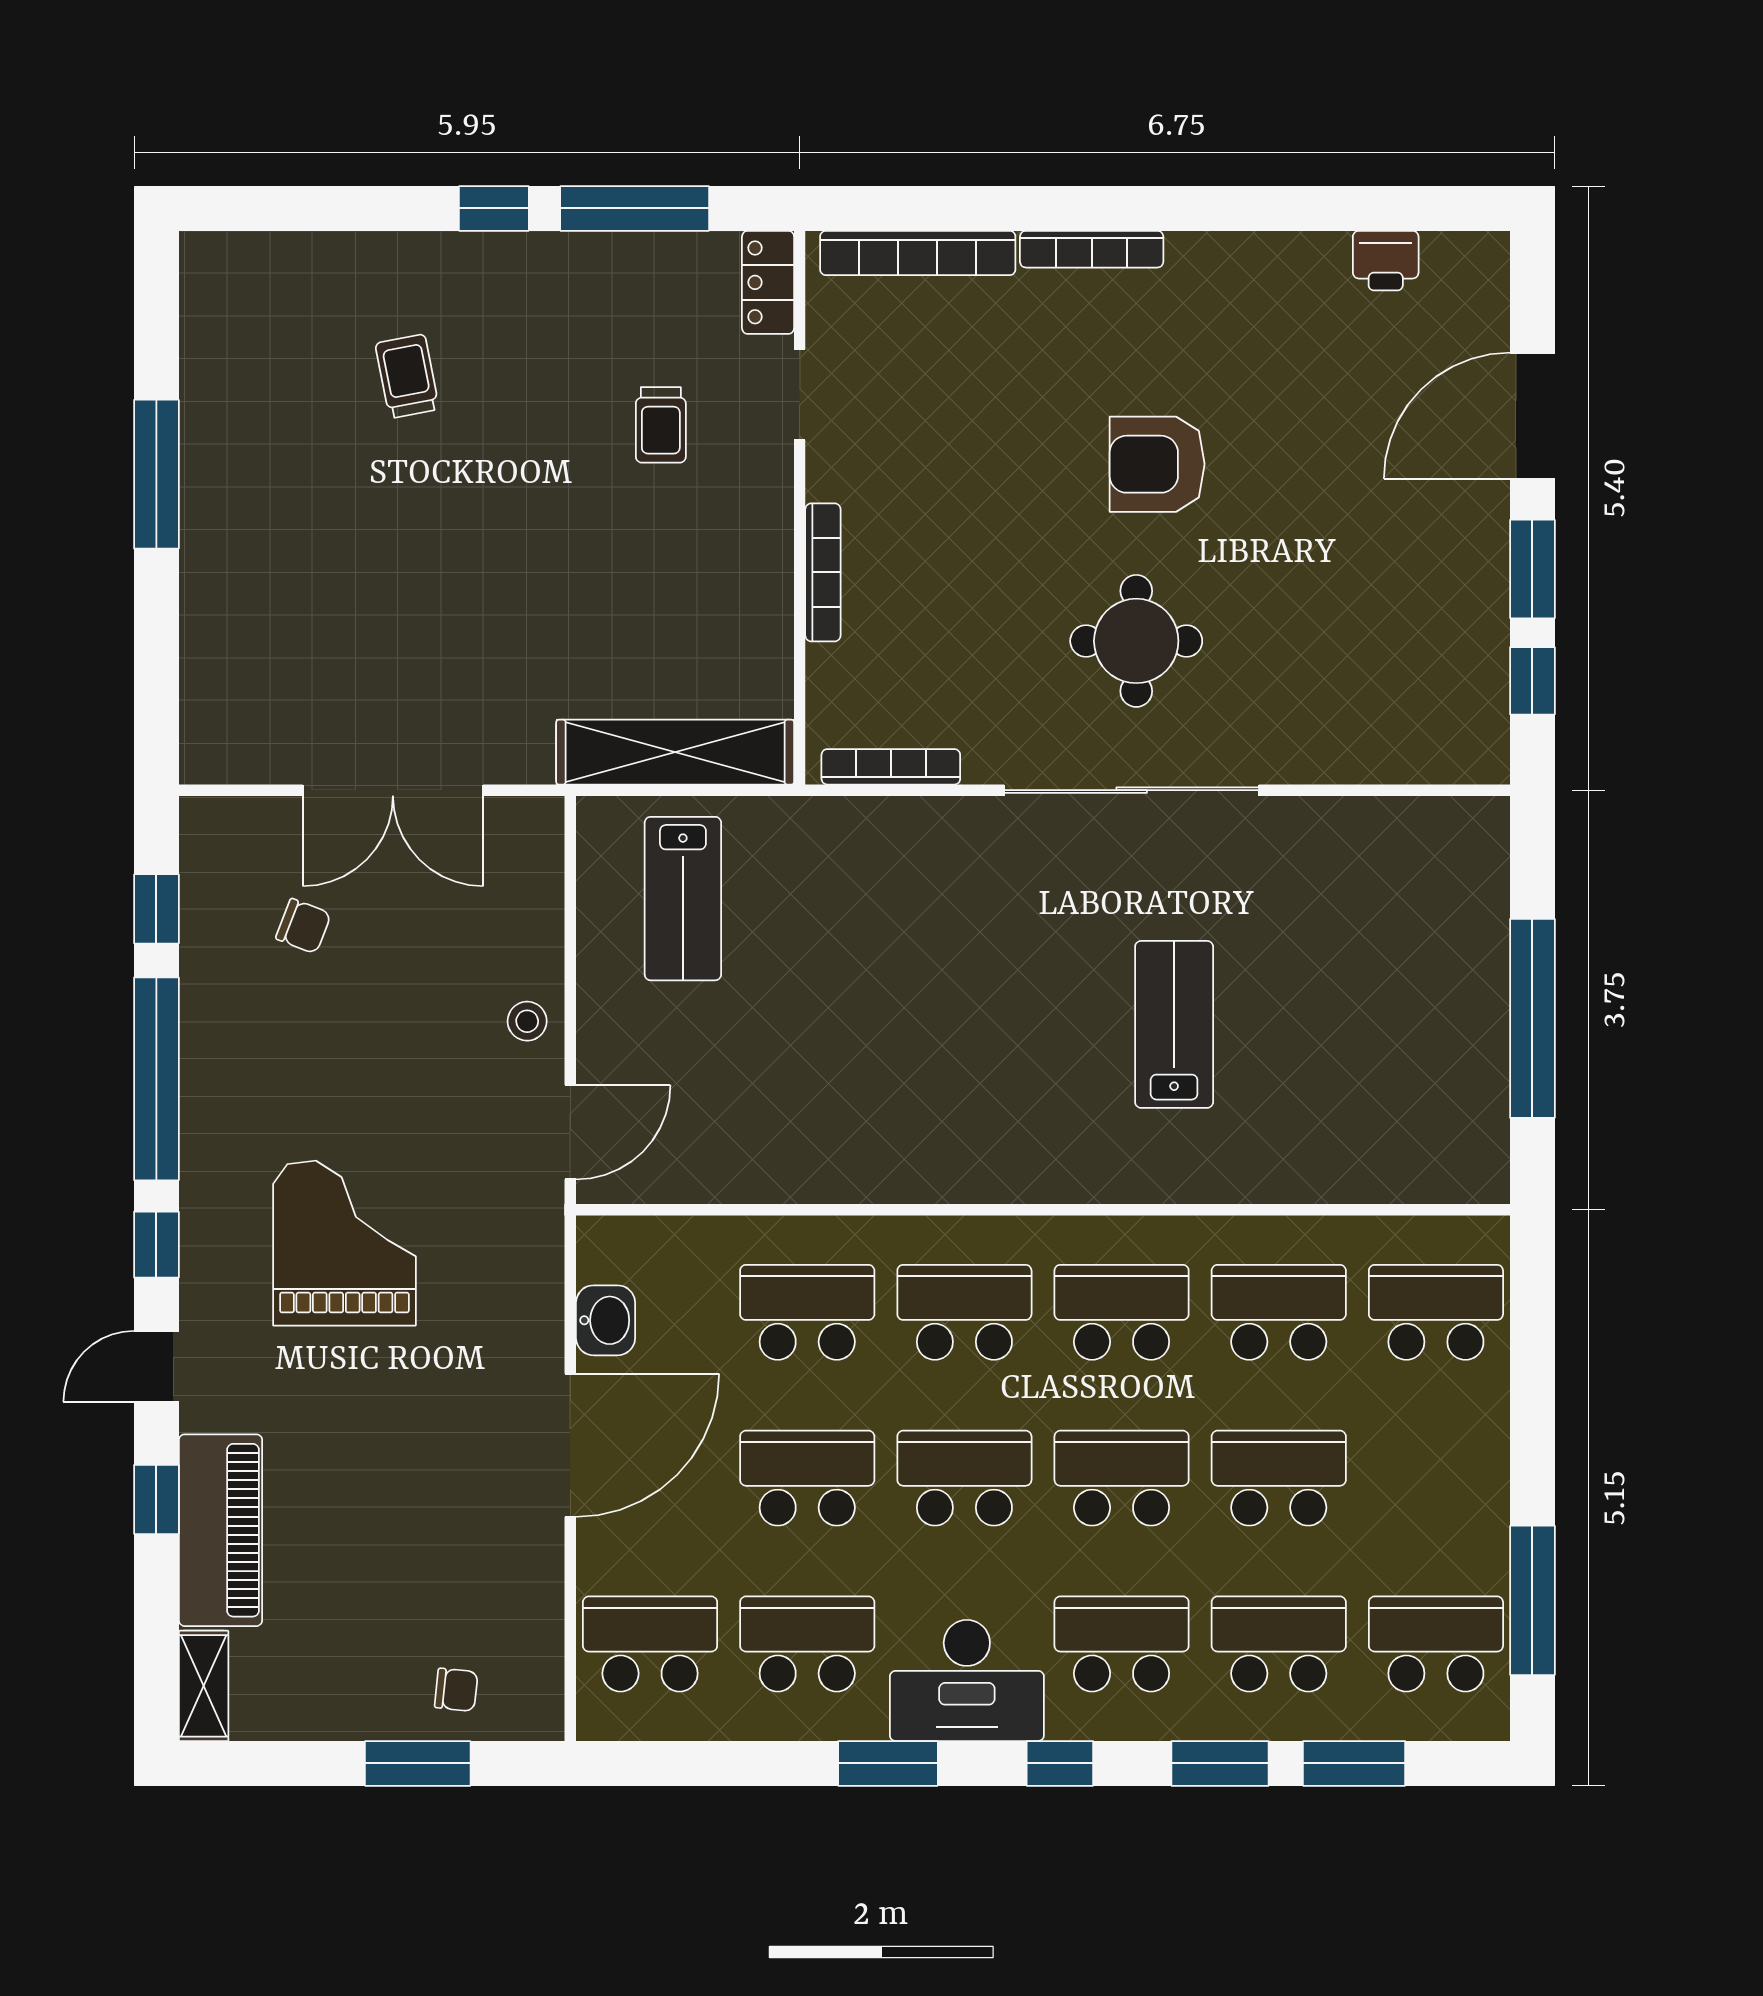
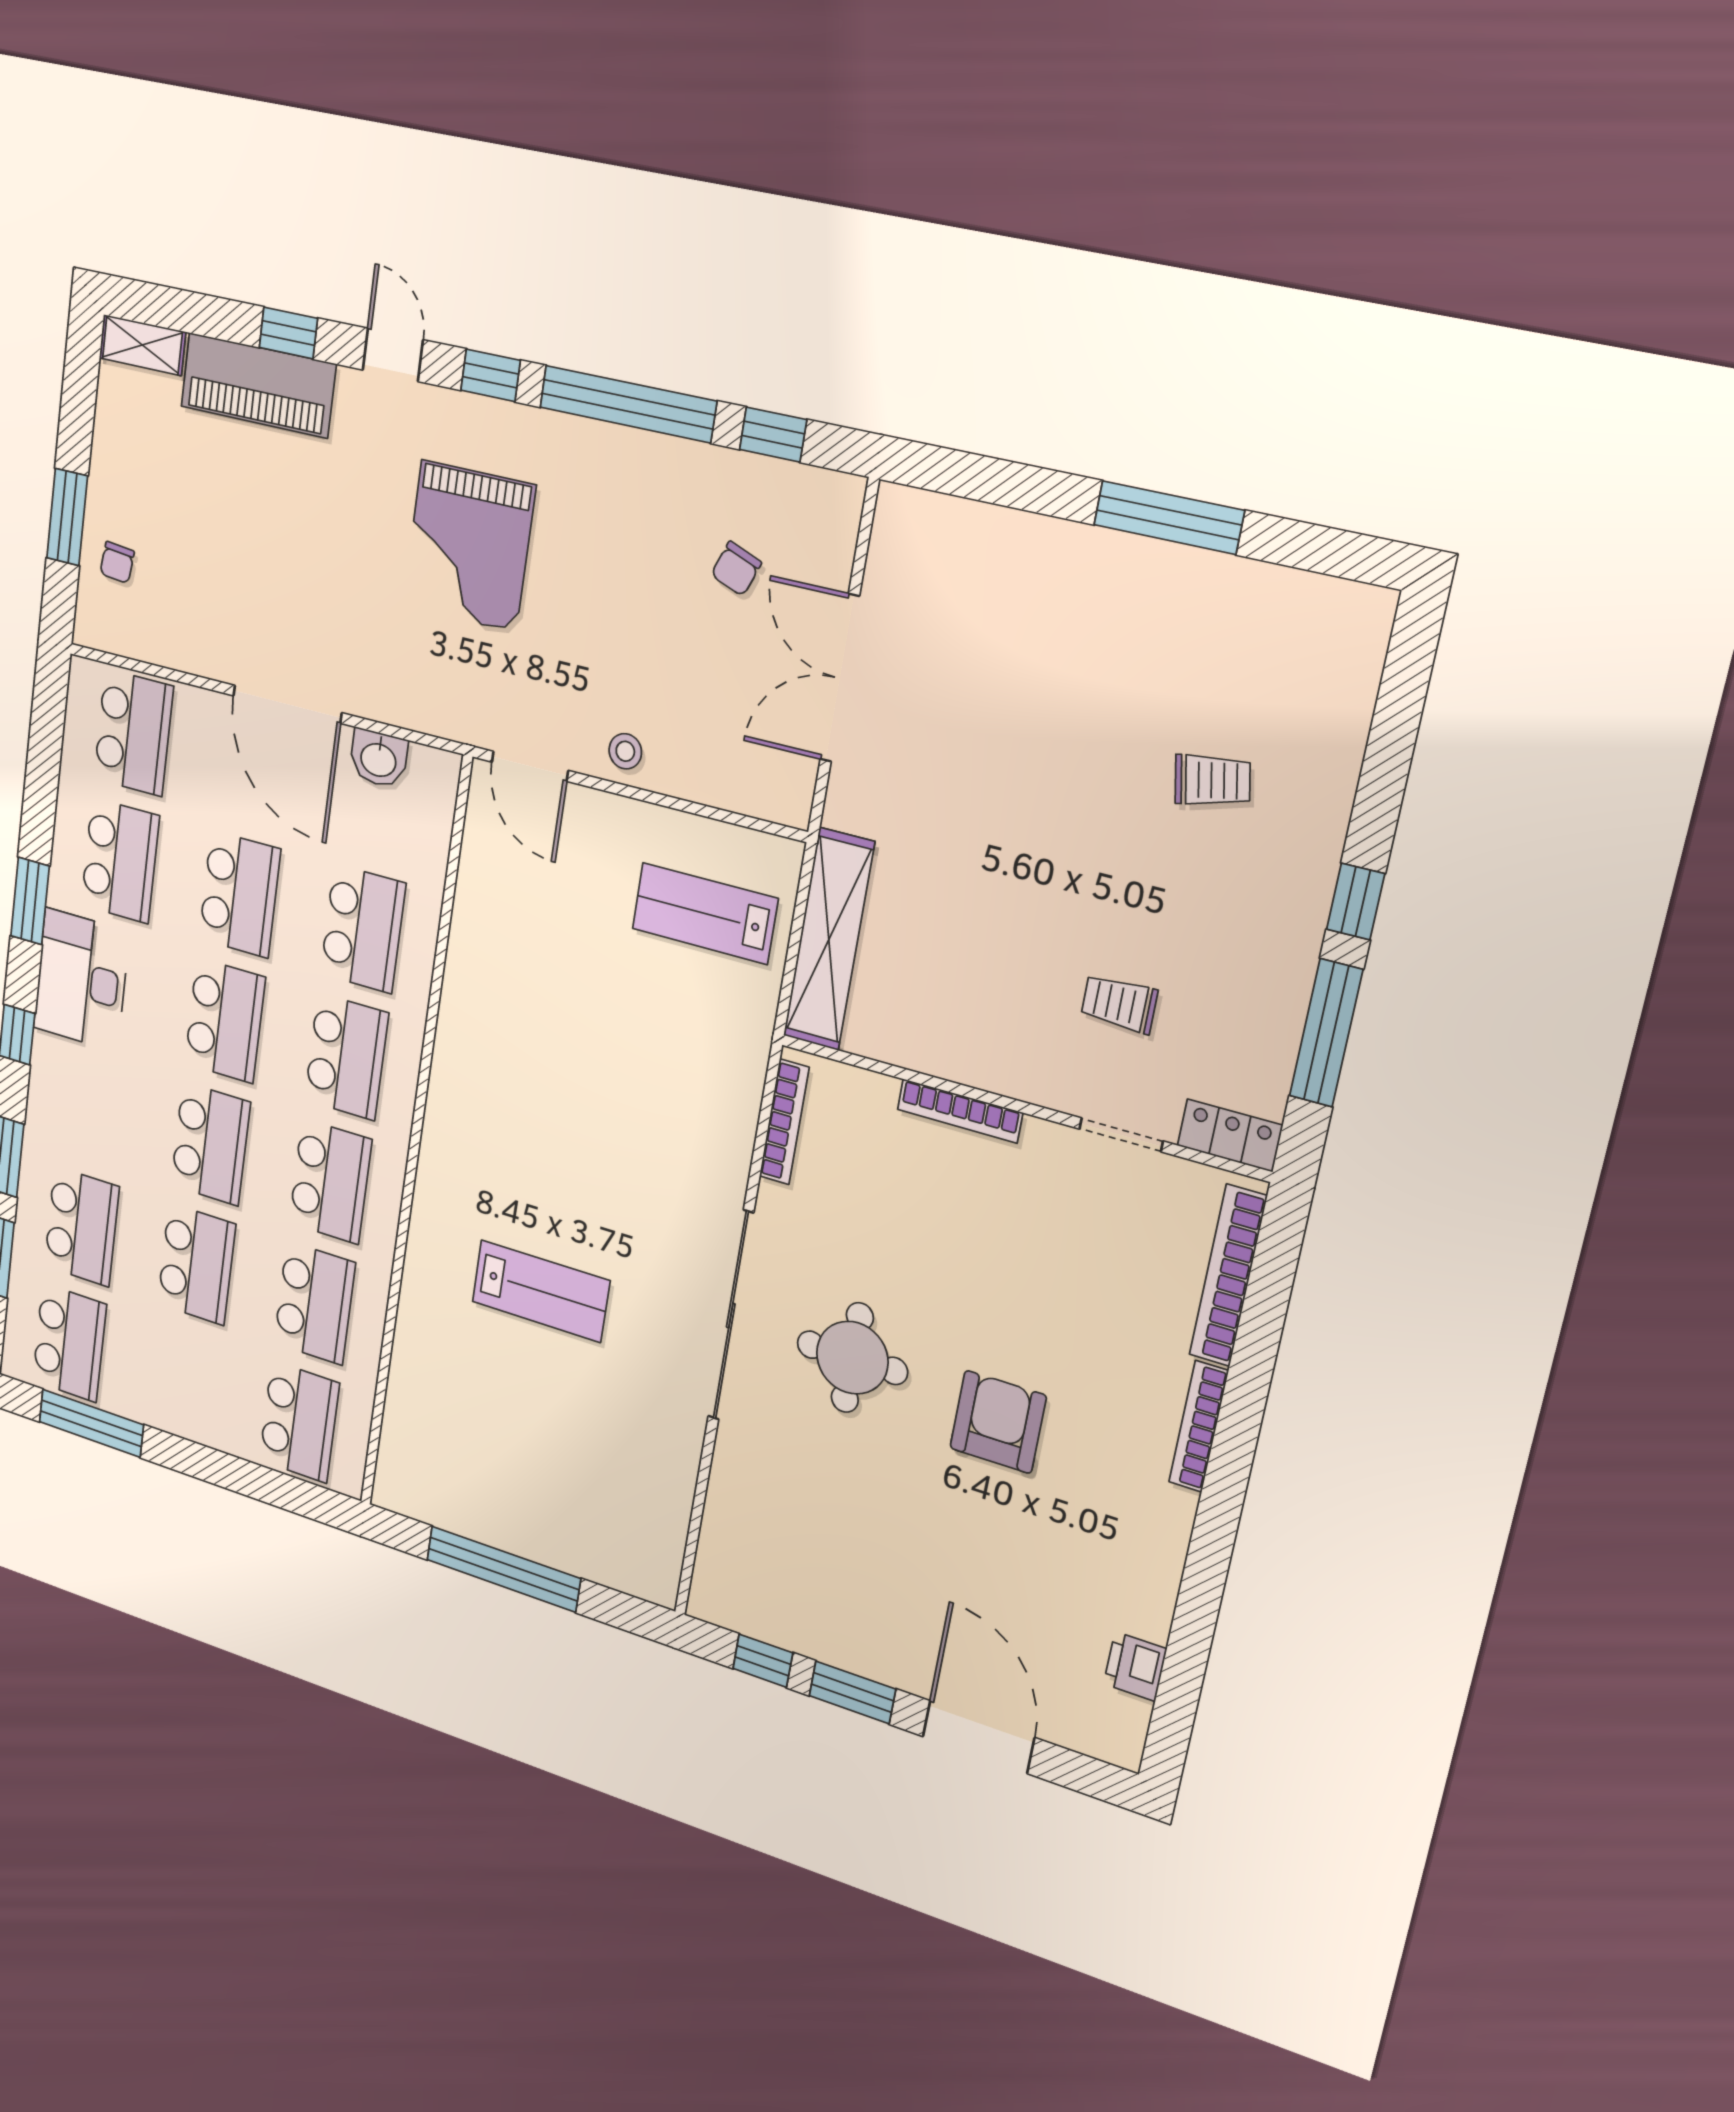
grand piano: (344, 1243) -> (469, 546), turned 90
school desk: (1122, 1644) -> (94, 1107), removed

